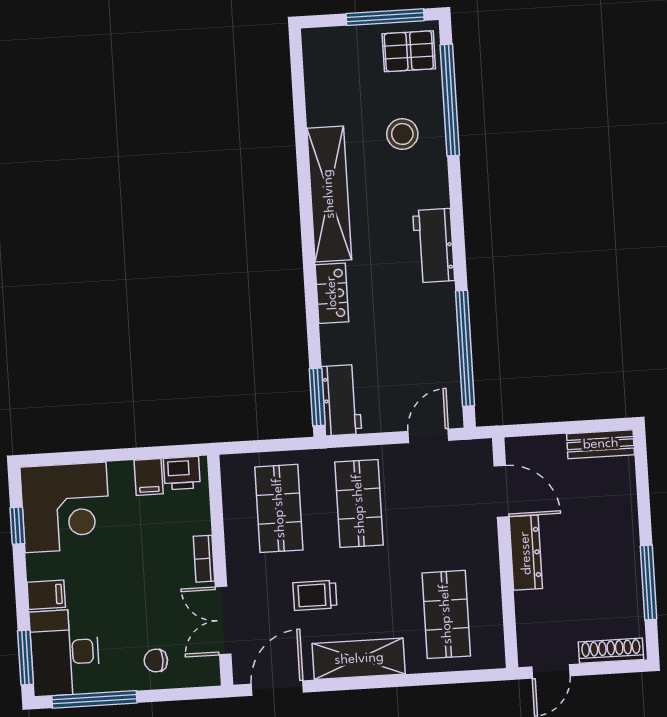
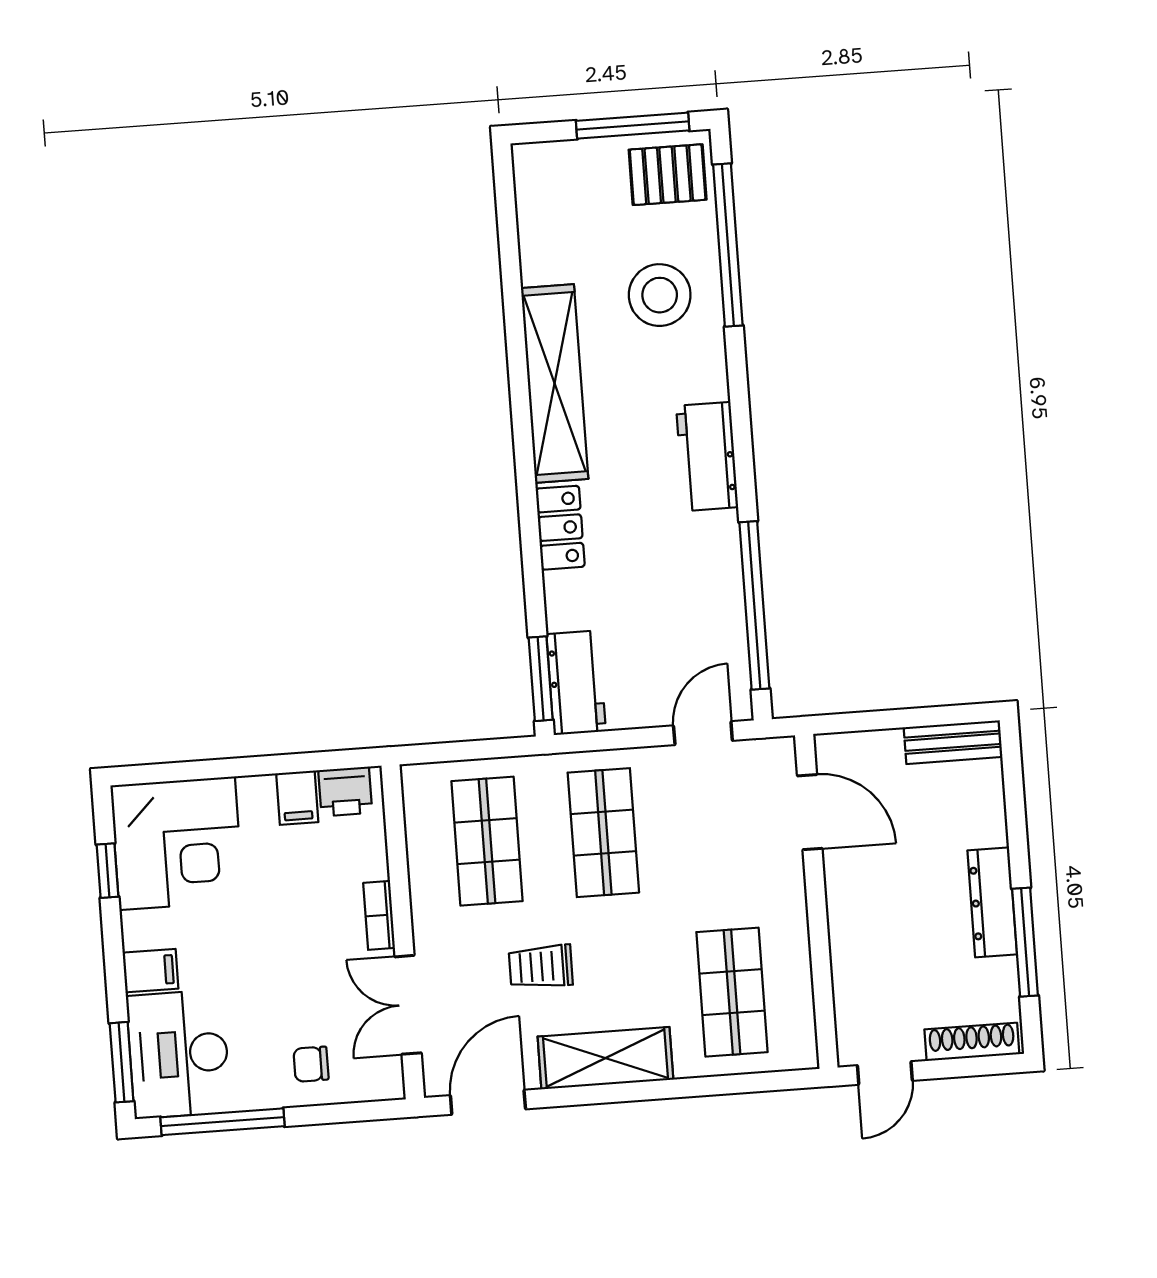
stool: (402, 134) -> (660, 295), width x1.38, depth x1.38
dresser: (526, 553) -> (992, 902), moved, turned 180

